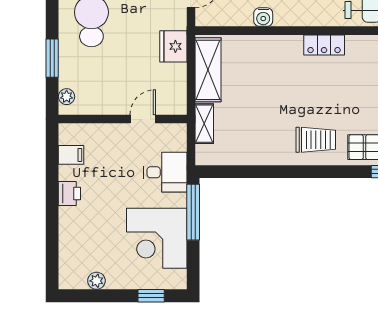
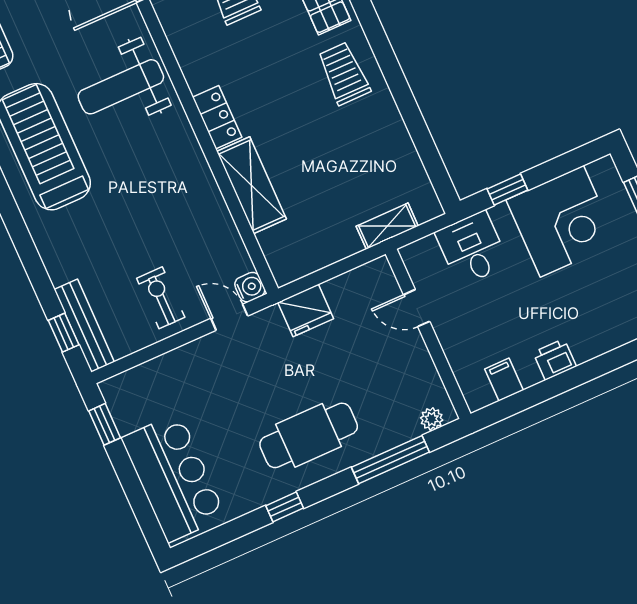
water cooler: (263, 17) -> (250, 287), moved
window: (52, 58) -> (390, 460), width x1.44
shelving: (208, 70) -> (251, 185), moved, turned 90
window: (193, 212) -> (507, 190), width x0.46

